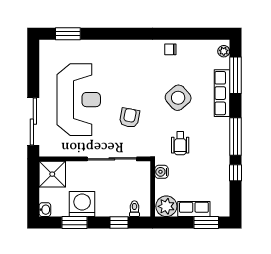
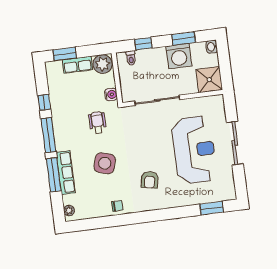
window: (235, 75) -> (54, 175), moved
side table: (178, 98) -> (105, 163), turned -33
reception desk: (79, 100) -> (194, 150), turned 180
armchair: (130, 118) -> (150, 180), moved
sliding door: (33, 122) -> (235, 143), moved

